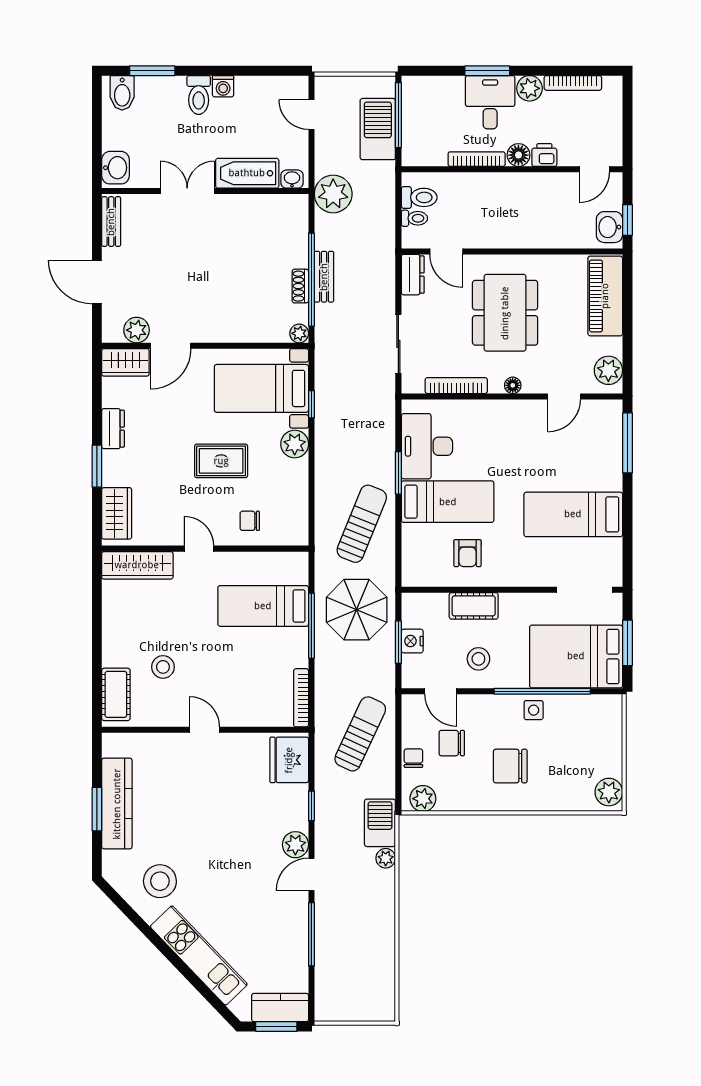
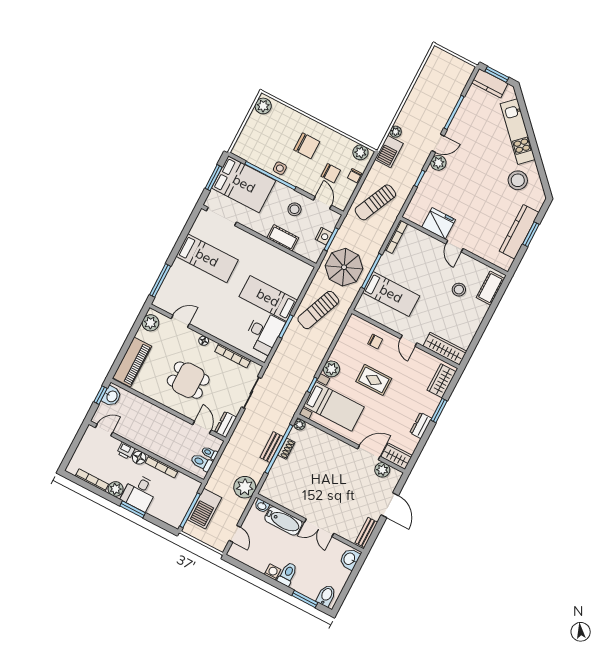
dining table: (505, 313) -> (188, 380), width x0.73
armchair: (468, 553) -> (272, 267), removed
fridge: (289, 760) -> (439, 223), moved, turned -90

